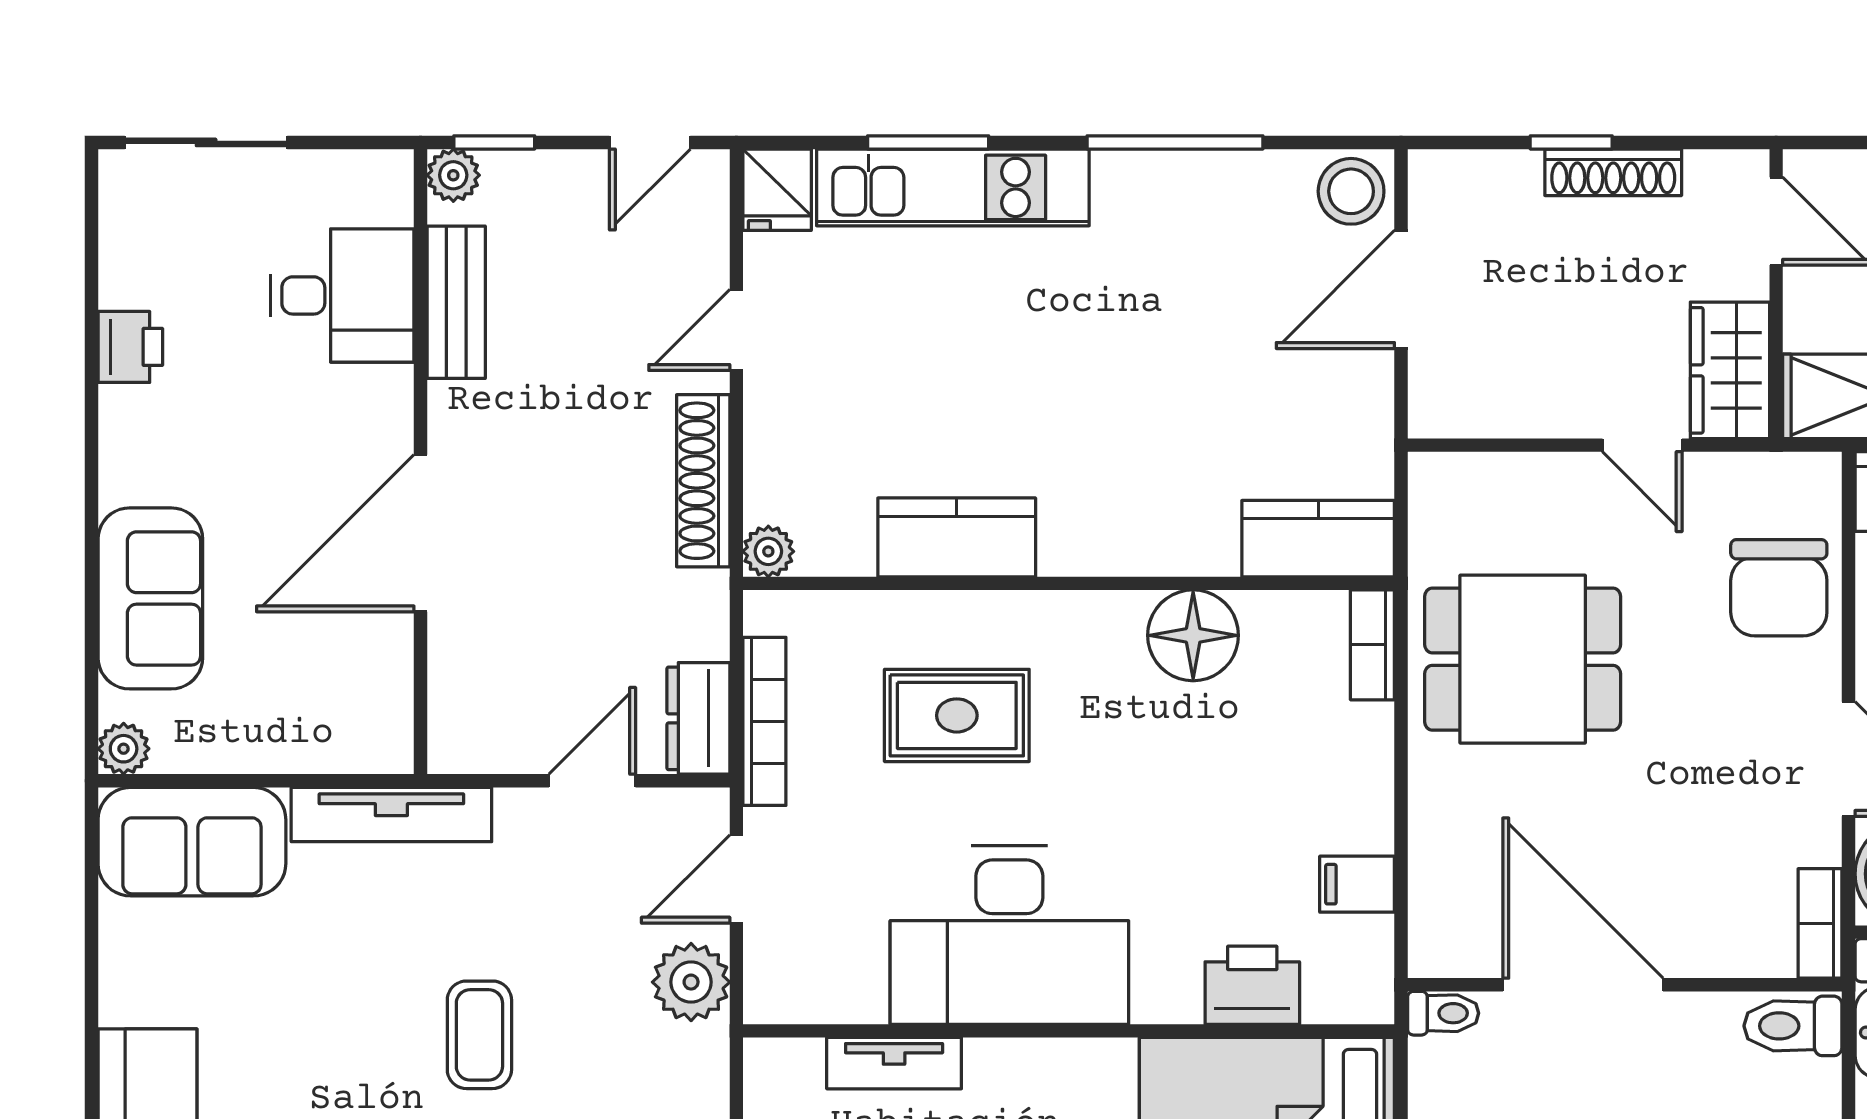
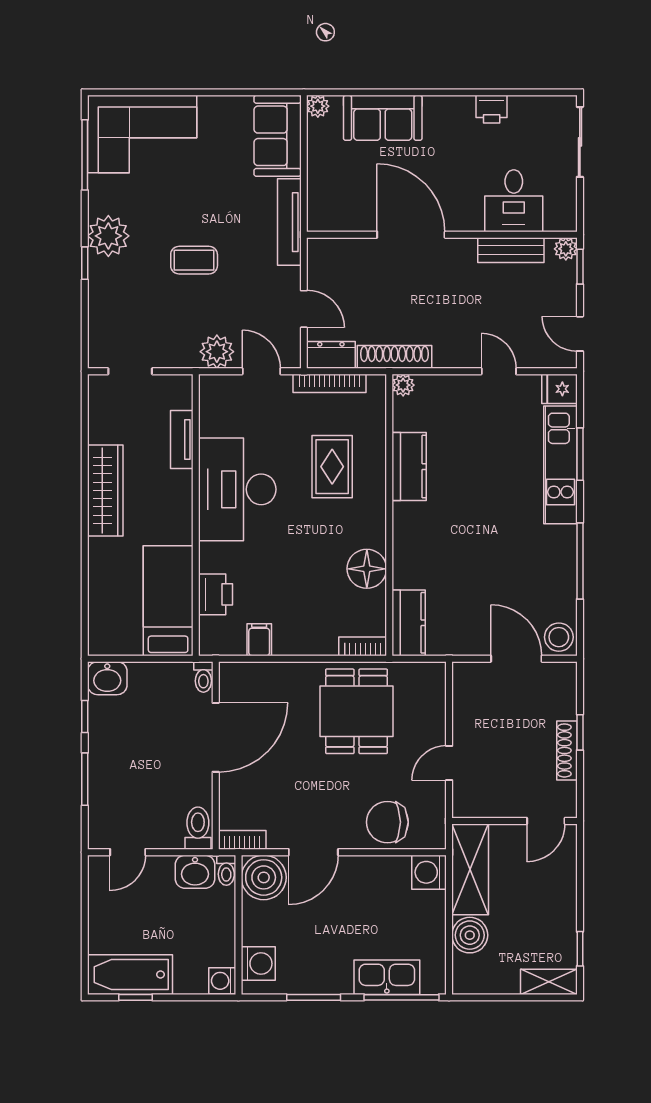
wardrobe: (1730, 370) -> (481, 801), removed
shoe rack: (703, 481) -> (395, 357), moved

